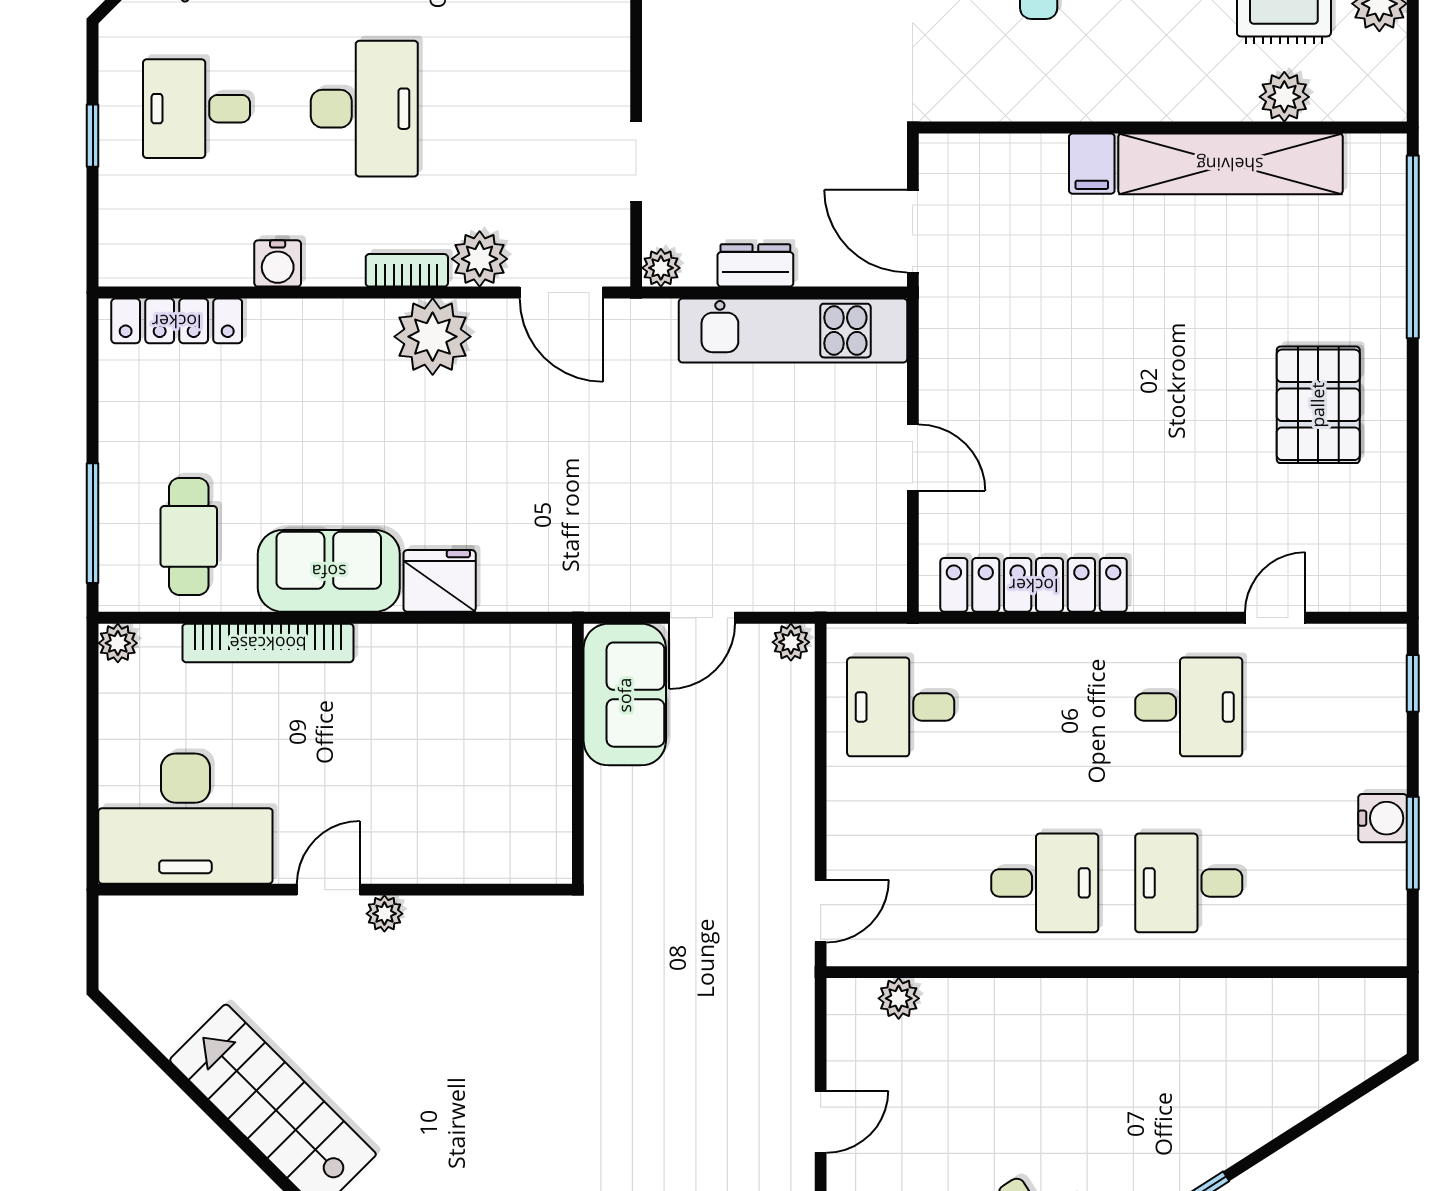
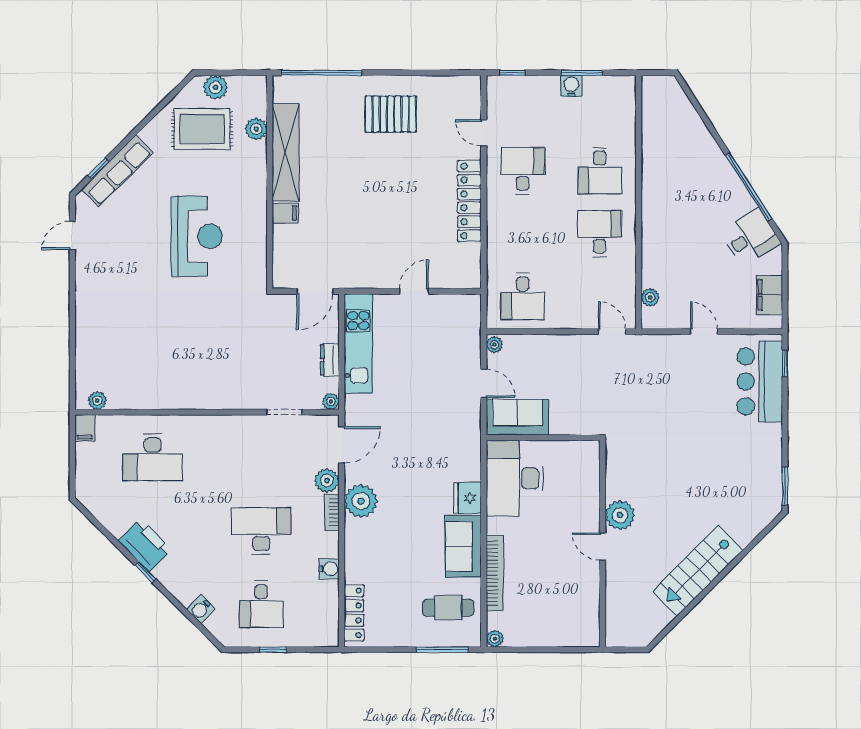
locker: (1034, 585) -> (469, 201), moved
desk: (185, 819) -> (515, 478), moved, turned 180
plant: (384, 914) -> (620, 515), width x1.88, depth x1.88

